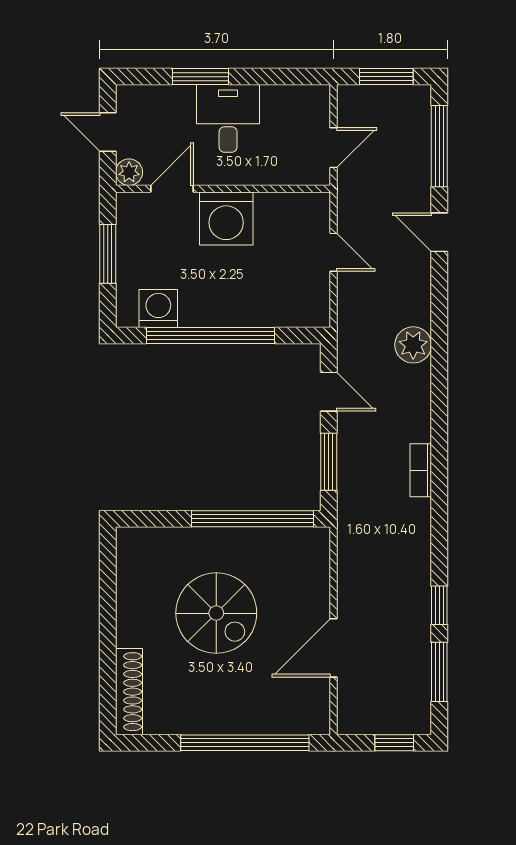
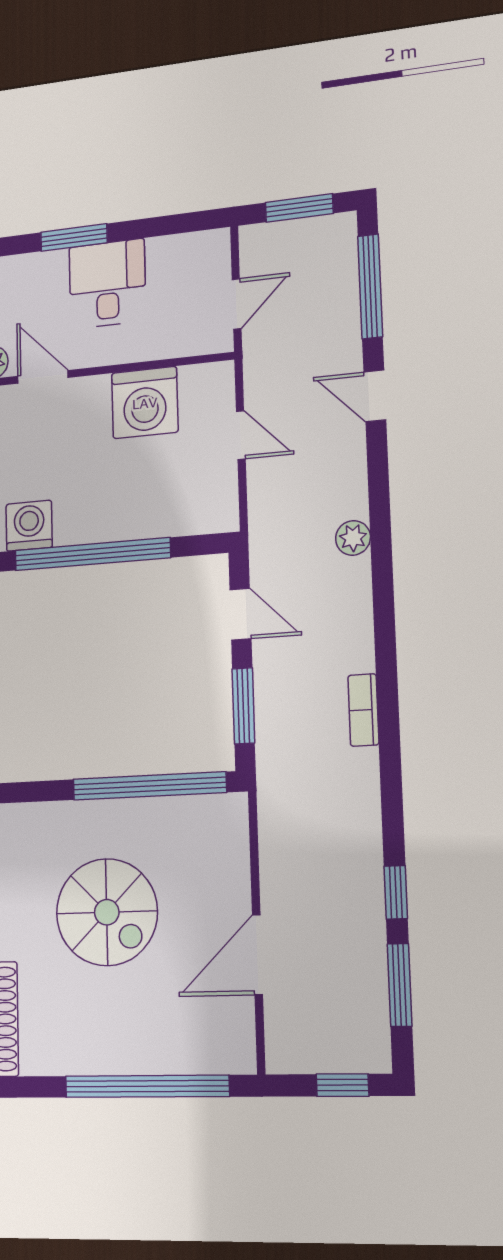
door: (172, 189) -> (43, 377), hinge flipped
washing machine: (226, 218) -> (145, 403), moved
plant: (413, 345) -> (353, 538), width x0.73, depth x0.73

